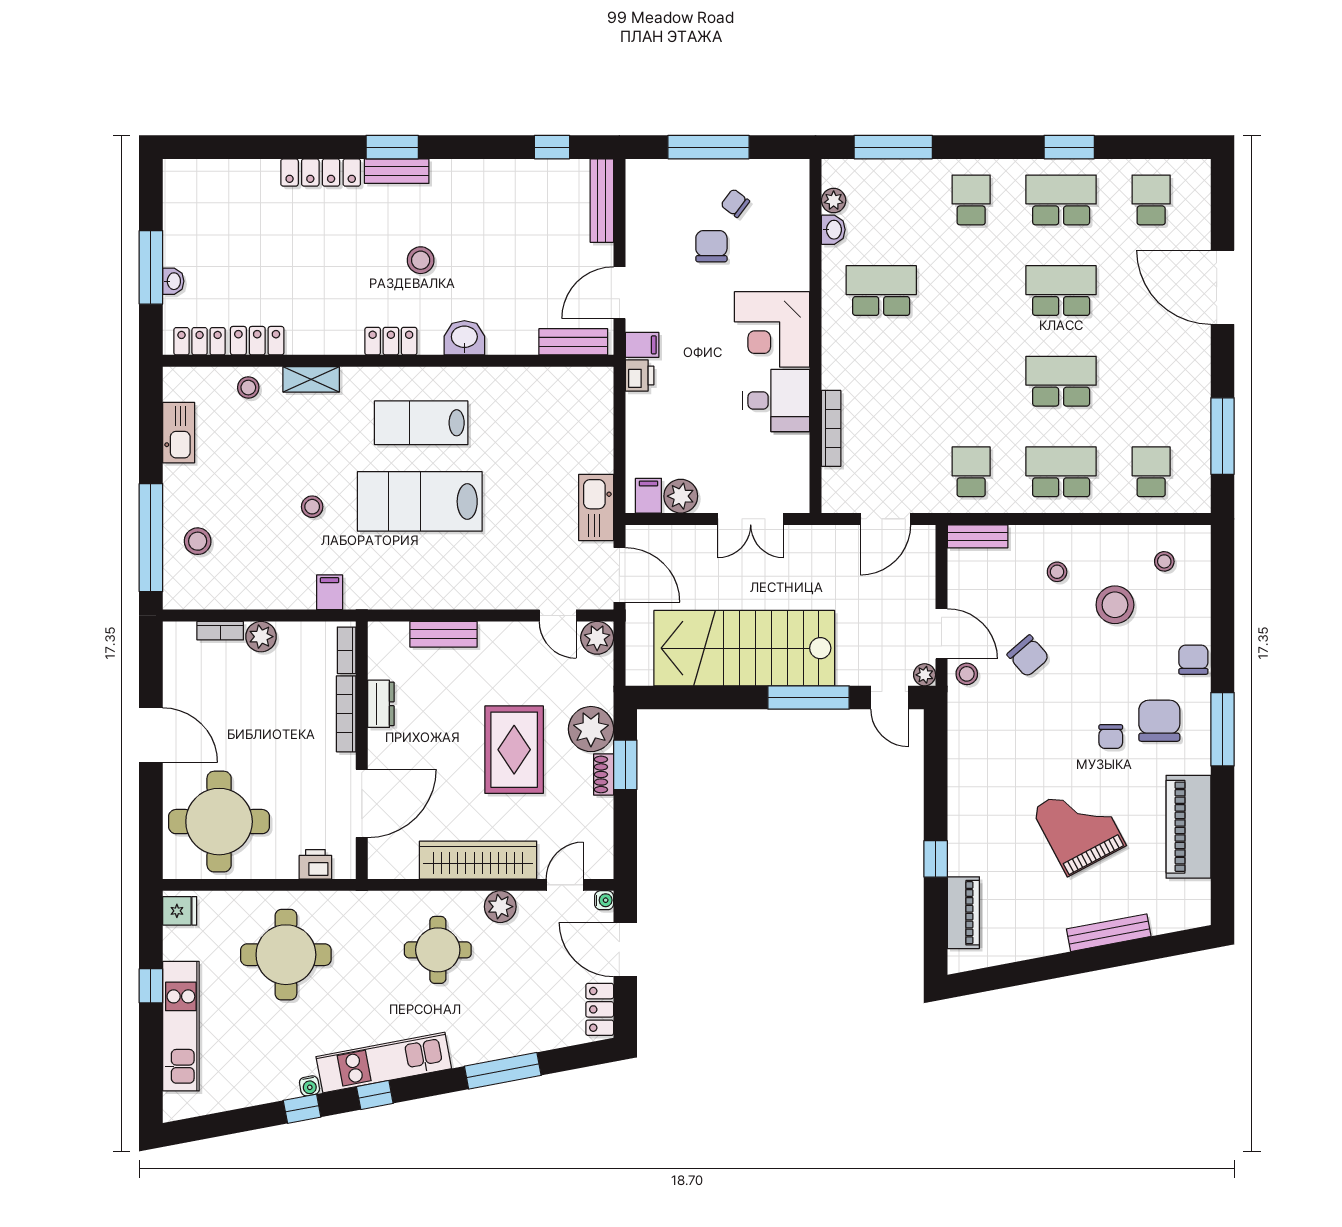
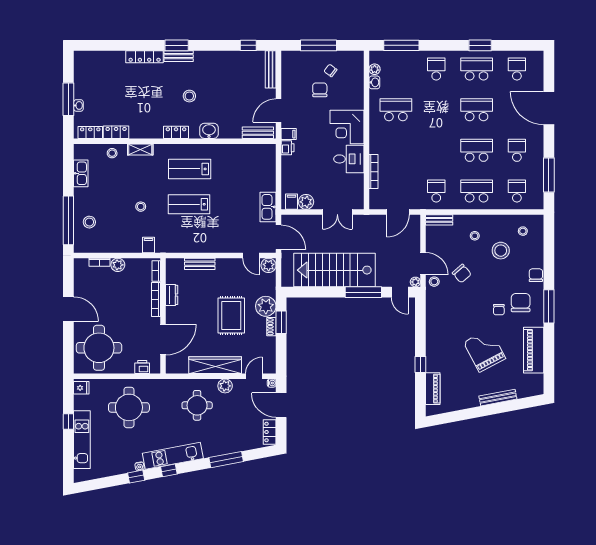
school desk: (1151, 381) -> (517, 150), added
lab bench: (420, 501) -> (189, 204), width x0.73, depth x0.72

